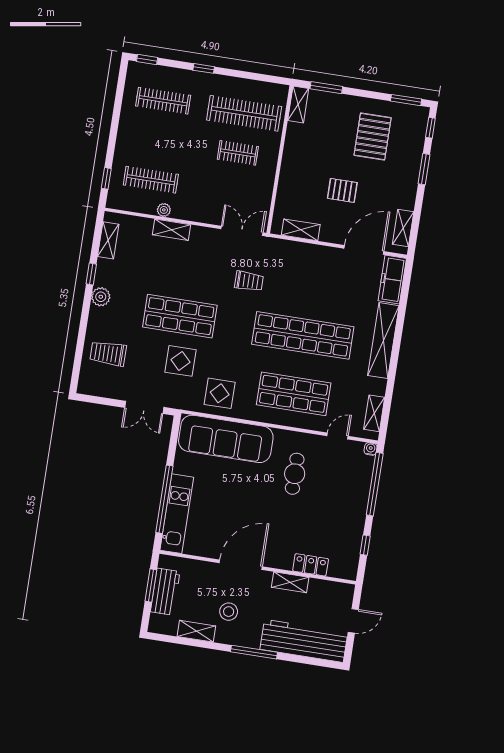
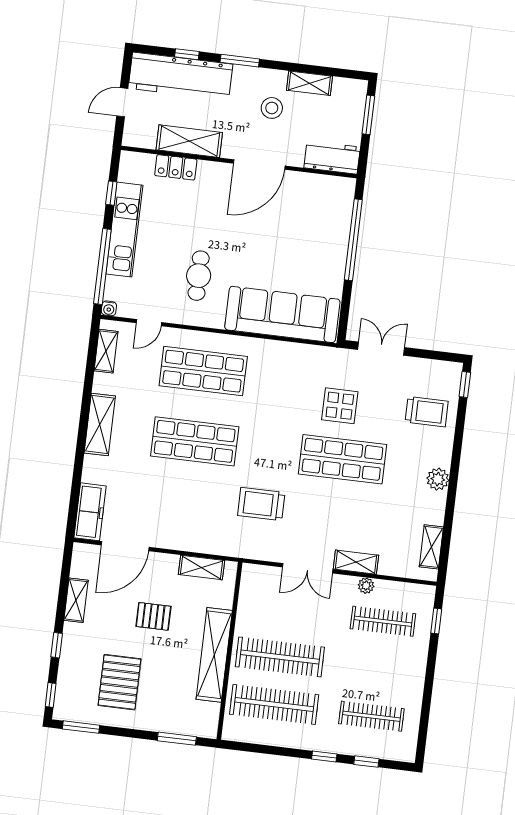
window: (147, 60) -> (366, 762), moved
shelving: (298, 105) -> (214, 655), moved, width x2.20, depth x1.33
clothes rail: (238, 153) -> (280, 657), width x1.86, depth x1.31
window: (424, 169) -> (57, 645), width x0.67
shelving: (403, 228) -> (76, 600), moved
double door: (242, 231) -> (308, 568), moved
window: (91, 274) -> (465, 385), moved
trolley: (249, 281) -> (261, 504), width x1.36, depth x1.39
shop shelf: (303, 335) -> (195, 441), width x0.71
shelving: (383, 341) -> (100, 425), width x0.68
display table: (220, 393) -> (292, 369), removed
kitchen unit: (177, 514) -> (124, 230), moved, turned 180
shelving: (290, 582) -> (189, 141), width x1.50, depth x1.33
window: (151, 585) -> (368, 115), moved
workbench: (165, 592) -> (332, 157), moved, turned 90
window: (254, 652) -> (240, 61), width x0.69
window: (298, 659) -> (187, 54), added

